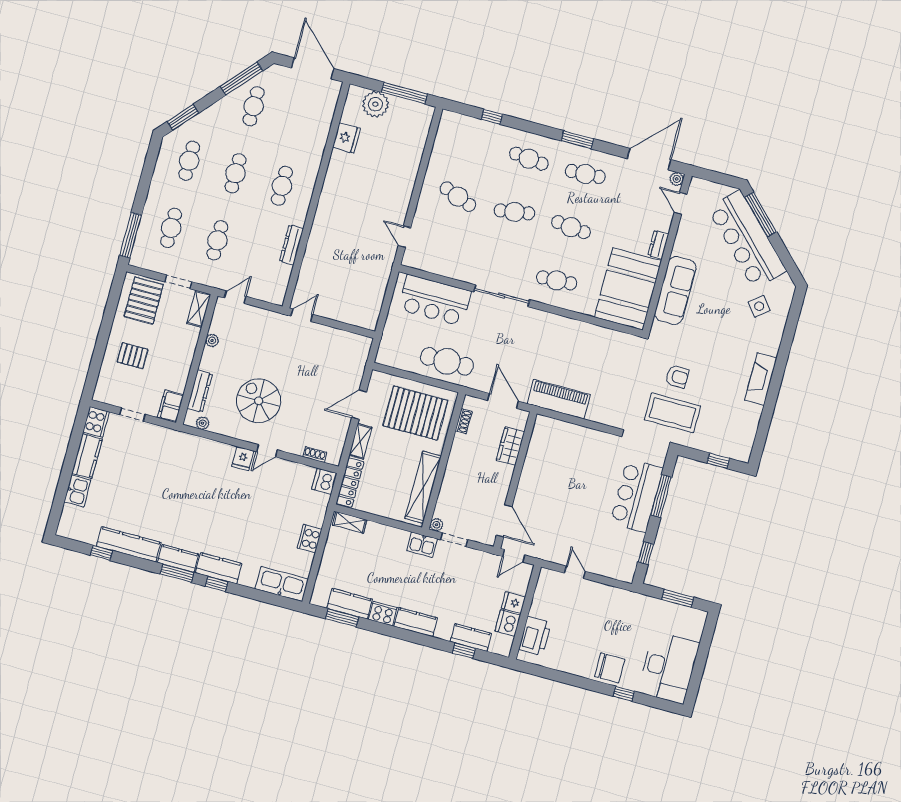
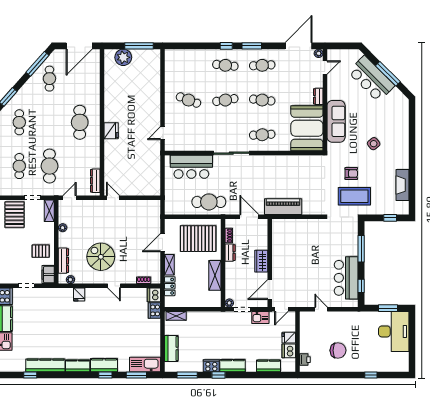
door: (313, 68) -> (79, 46), swing flipped
window: (492, 117) -> (226, 46), moved
fridge: (347, 138) -> (111, 131), moved
cafe table: (236, 173) -> (49, 122), removed
cafe table: (282, 186) -> (80, 122), width x1.37, depth x1.35
door: (681, 203) -> (325, 68), swing flipped
window: (760, 214) -> (388, 74), moved
door: (404, 237) -> (163, 133), hinge flipped
cafe table: (217, 240) -> (49, 166), width x1.37, depth x1.35
bar counter: (747, 240) -> (371, 79), width x0.73
dresser: (291, 245) -> (95, 181), moved
side table: (759, 306) -> (374, 144), moved
door: (302, 315) -> (113, 198), hinge flipped
pallet: (133, 356) -> (41, 251), moved
fireplace: (761, 379) -> (402, 185), moved
wardrobe: (510, 446) -> (261, 261), moved
dresser: (459, 448) -> (230, 253), added
door: (267, 451) -> (114, 286), hinge flipped
fridge: (243, 459) -> (79, 295), moved
locker: (350, 483) -> (170, 286), width x0.66
shelving: (423, 487) -> (215, 275), width x0.68
bar counter: (637, 496) -> (346, 278), moved
door: (504, 521) -> (270, 289), swing flipped
cooker: (310, 539) -> (154, 310), moved
kitchen sink: (422, 545) -> (260, 317), moved
window: (177, 573) -> (136, 375), moved
kitchen counter: (350, 604) -> (171, 348), moved, turned 90
printer: (535, 636) -> (305, 360), width x0.53, depth x0.68
window: (464, 651) -> (219, 375), moved
desk: (669, 667) -> (394, 331), moved
chair: (610, 668) -> (338, 350), moved

